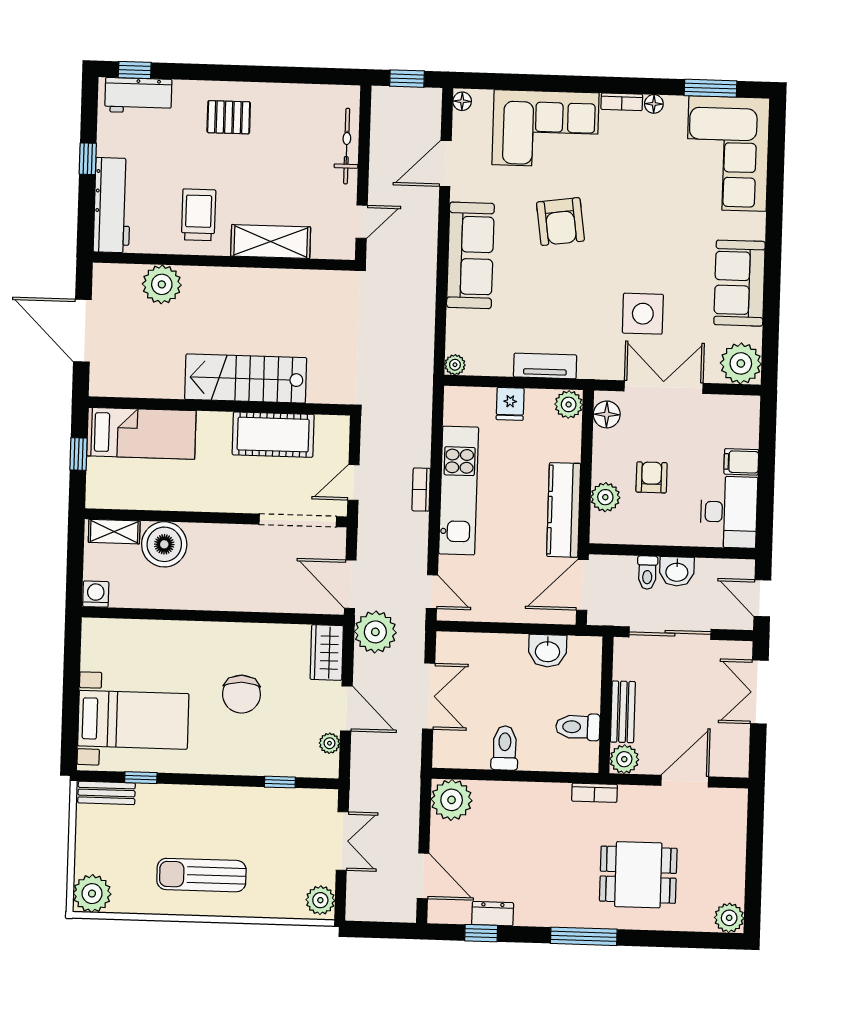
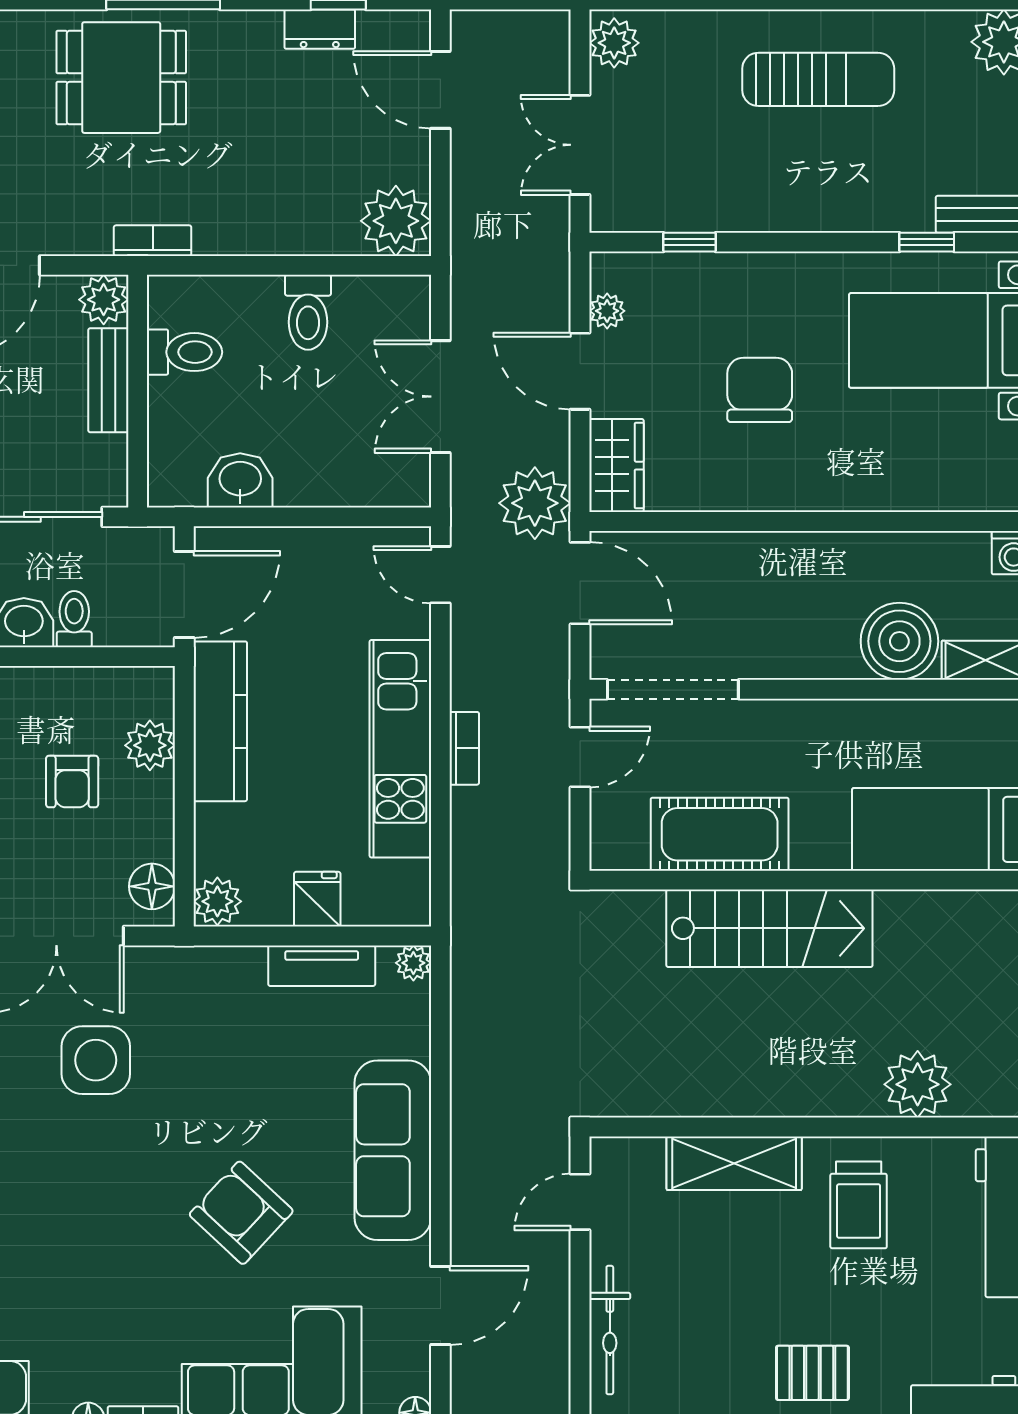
armchair: (560, 222) -> (241, 1213), turned -39
tv unit: (545, 366) -> (322, 966), moved
dining table: (638, 875) -> (121, 78), moved

